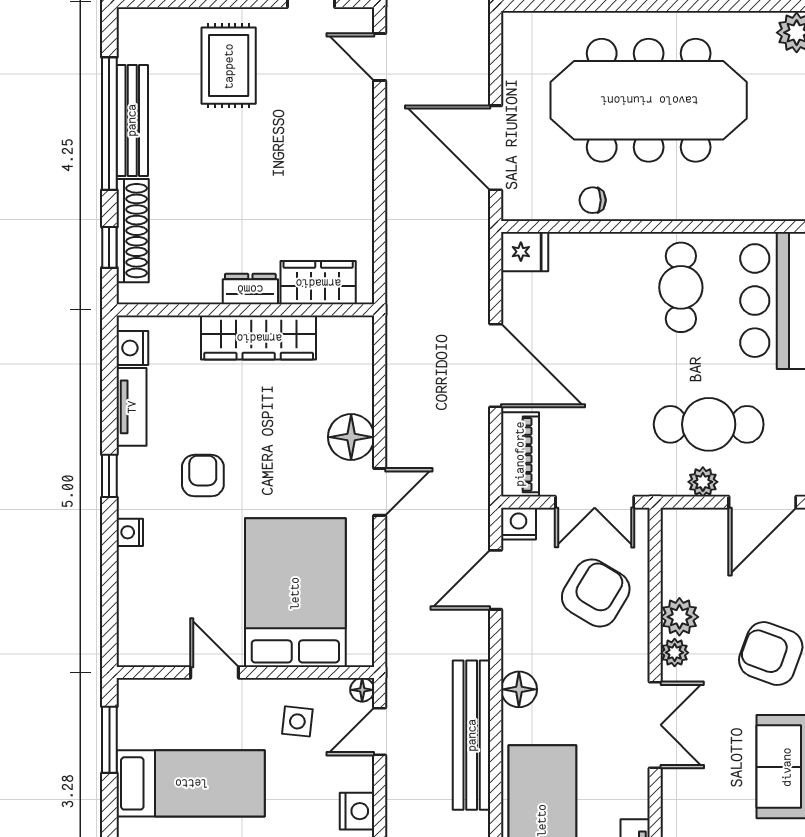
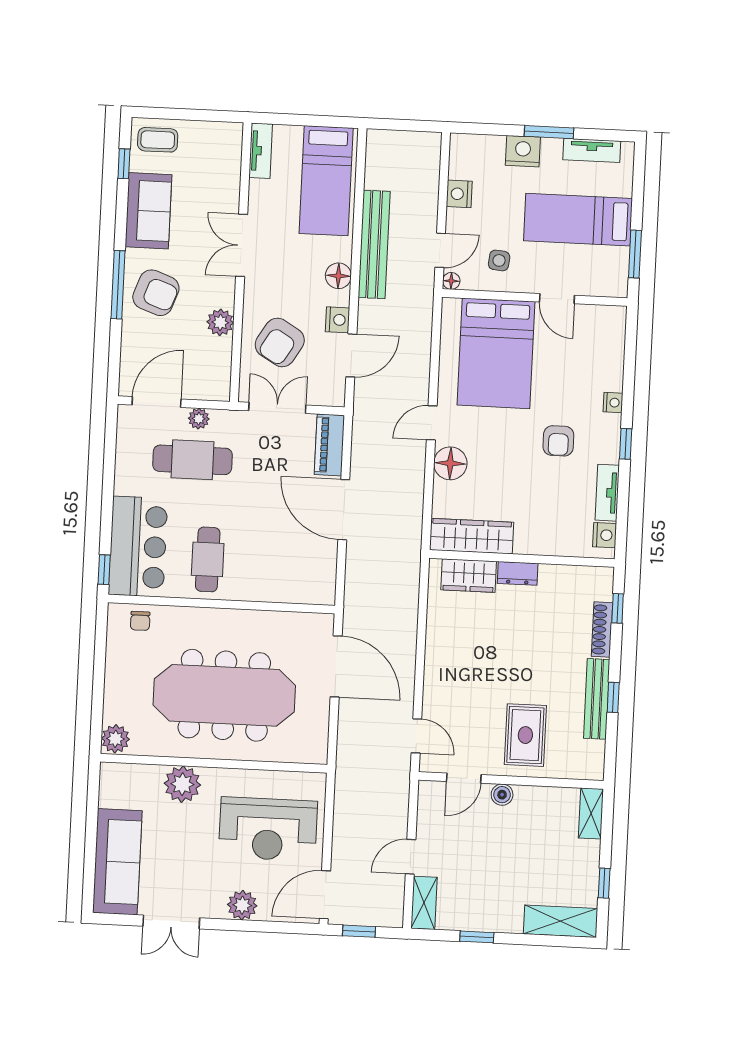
window: (109, 124) -> (613, 697), width x0.32
chair: (593, 200) -> (140, 621), moved, turned 90
shoe rack: (133, 231) -> (602, 630), width x0.74, depth x0.81
fridge: (525, 252) -> (319, 591), removed
wardrobe: (259, 338) -> (472, 536), moved
nightstand: (519, 524) -> (338, 320), moved, turned -90
plant: (675, 653) -> (225, 297), removed

